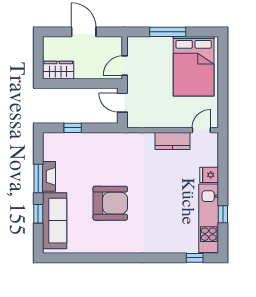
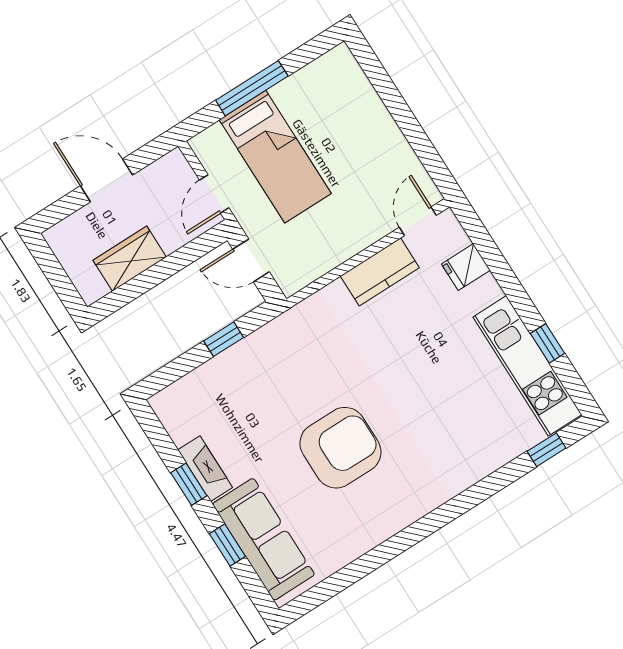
bed: (194, 66) -> (275, 157), moved, width x0.67
wardrobe: (58, 70) -> (130, 259), moved
window: (73, 128) -> (224, 339), moved
fridge: (209, 175) -> (466, 267), moved
window: (38, 179) -> (189, 484), width x0.67

